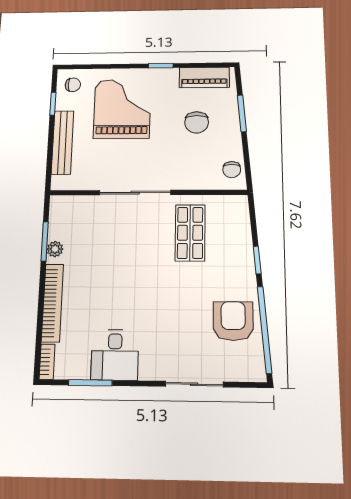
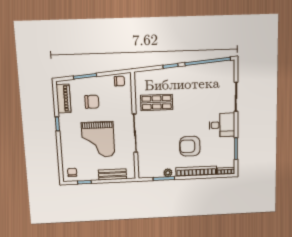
grand piano: (122, 109) -> (98, 140), moved, turned -90
bench: (63, 142) -> (112, 174), width x0.73
armchair: (233, 321) -> (190, 146), moved
desk: (115, 355) -> (222, 125), moved

